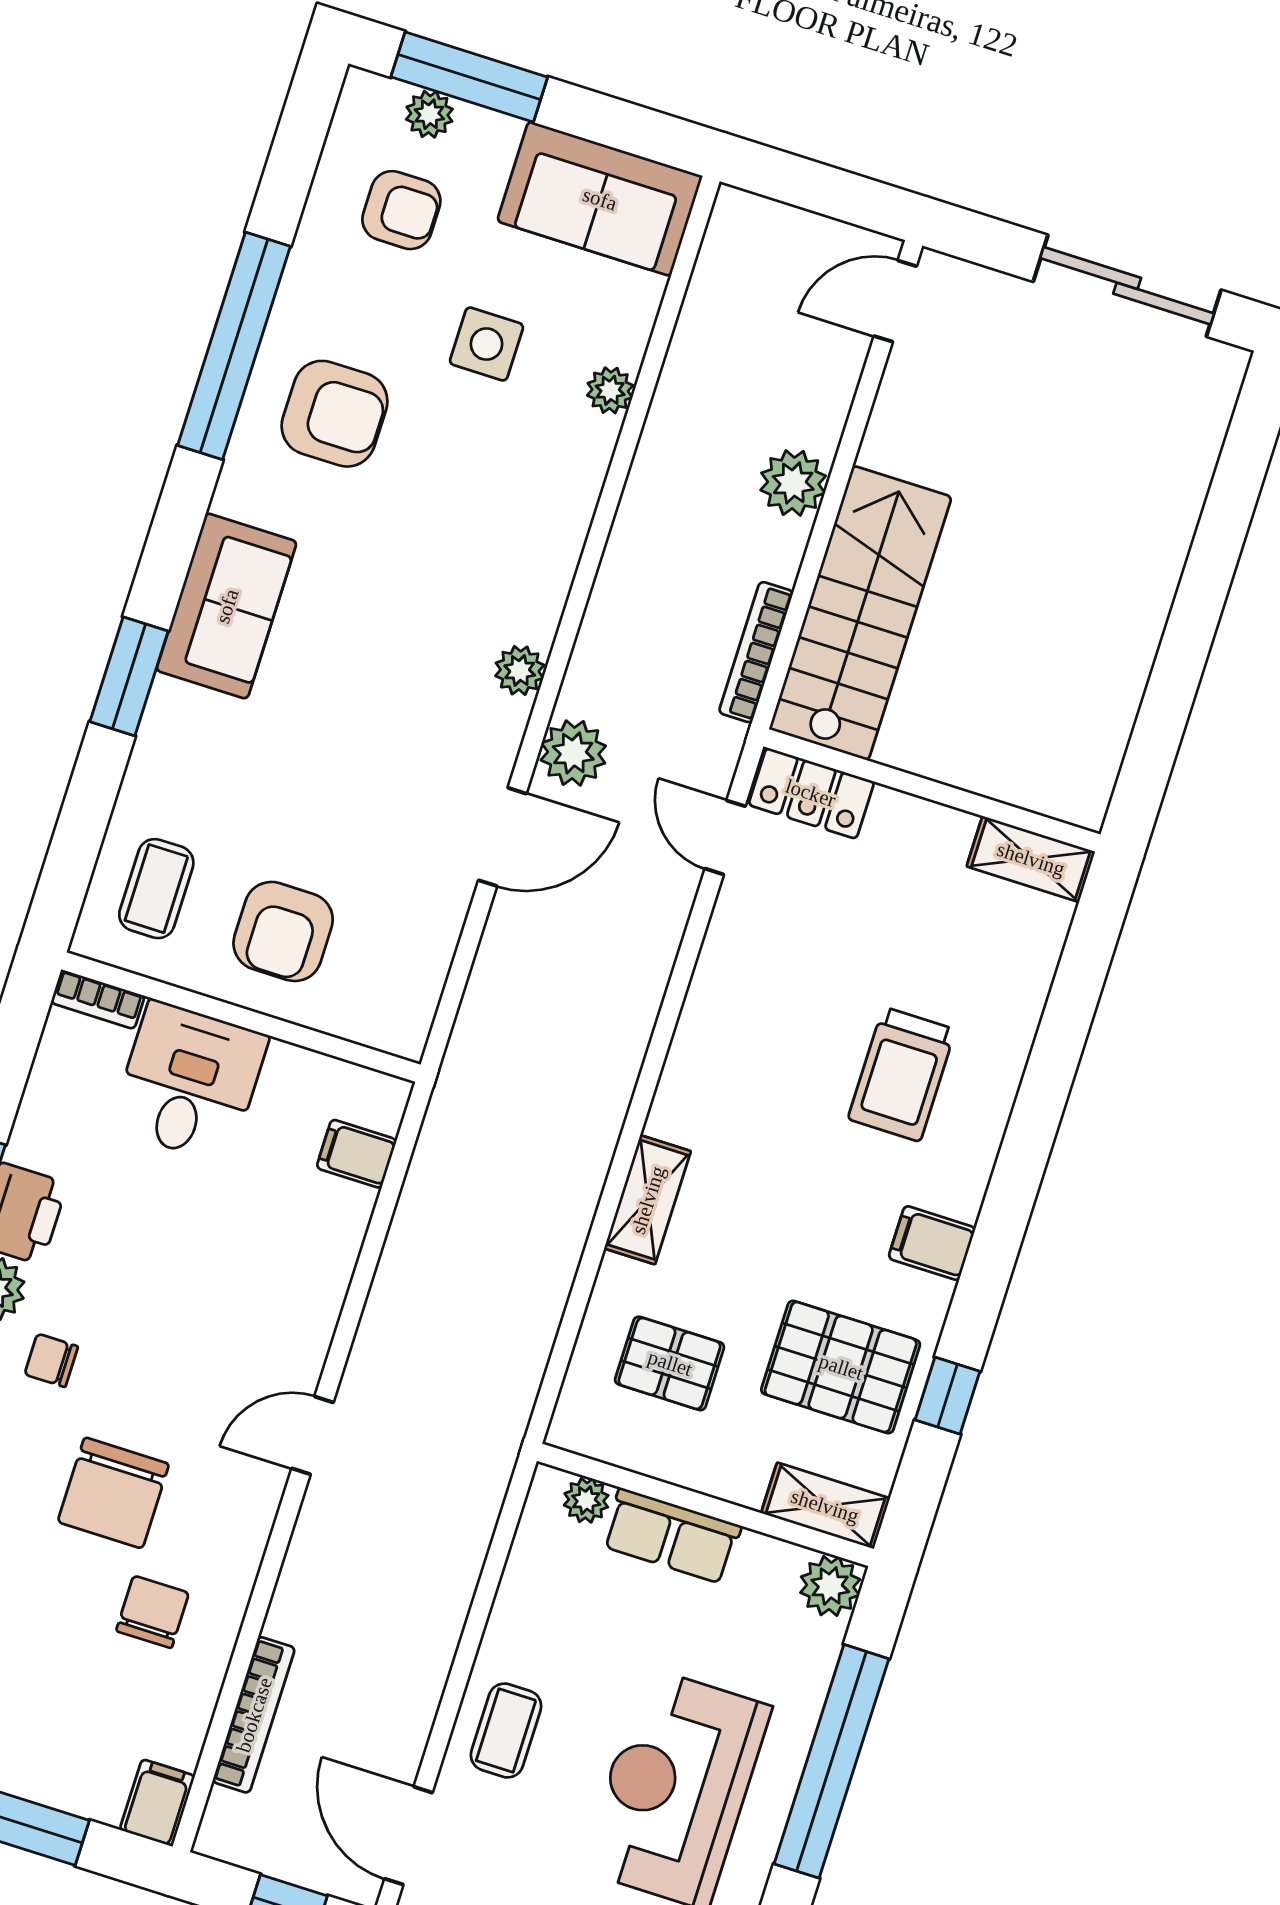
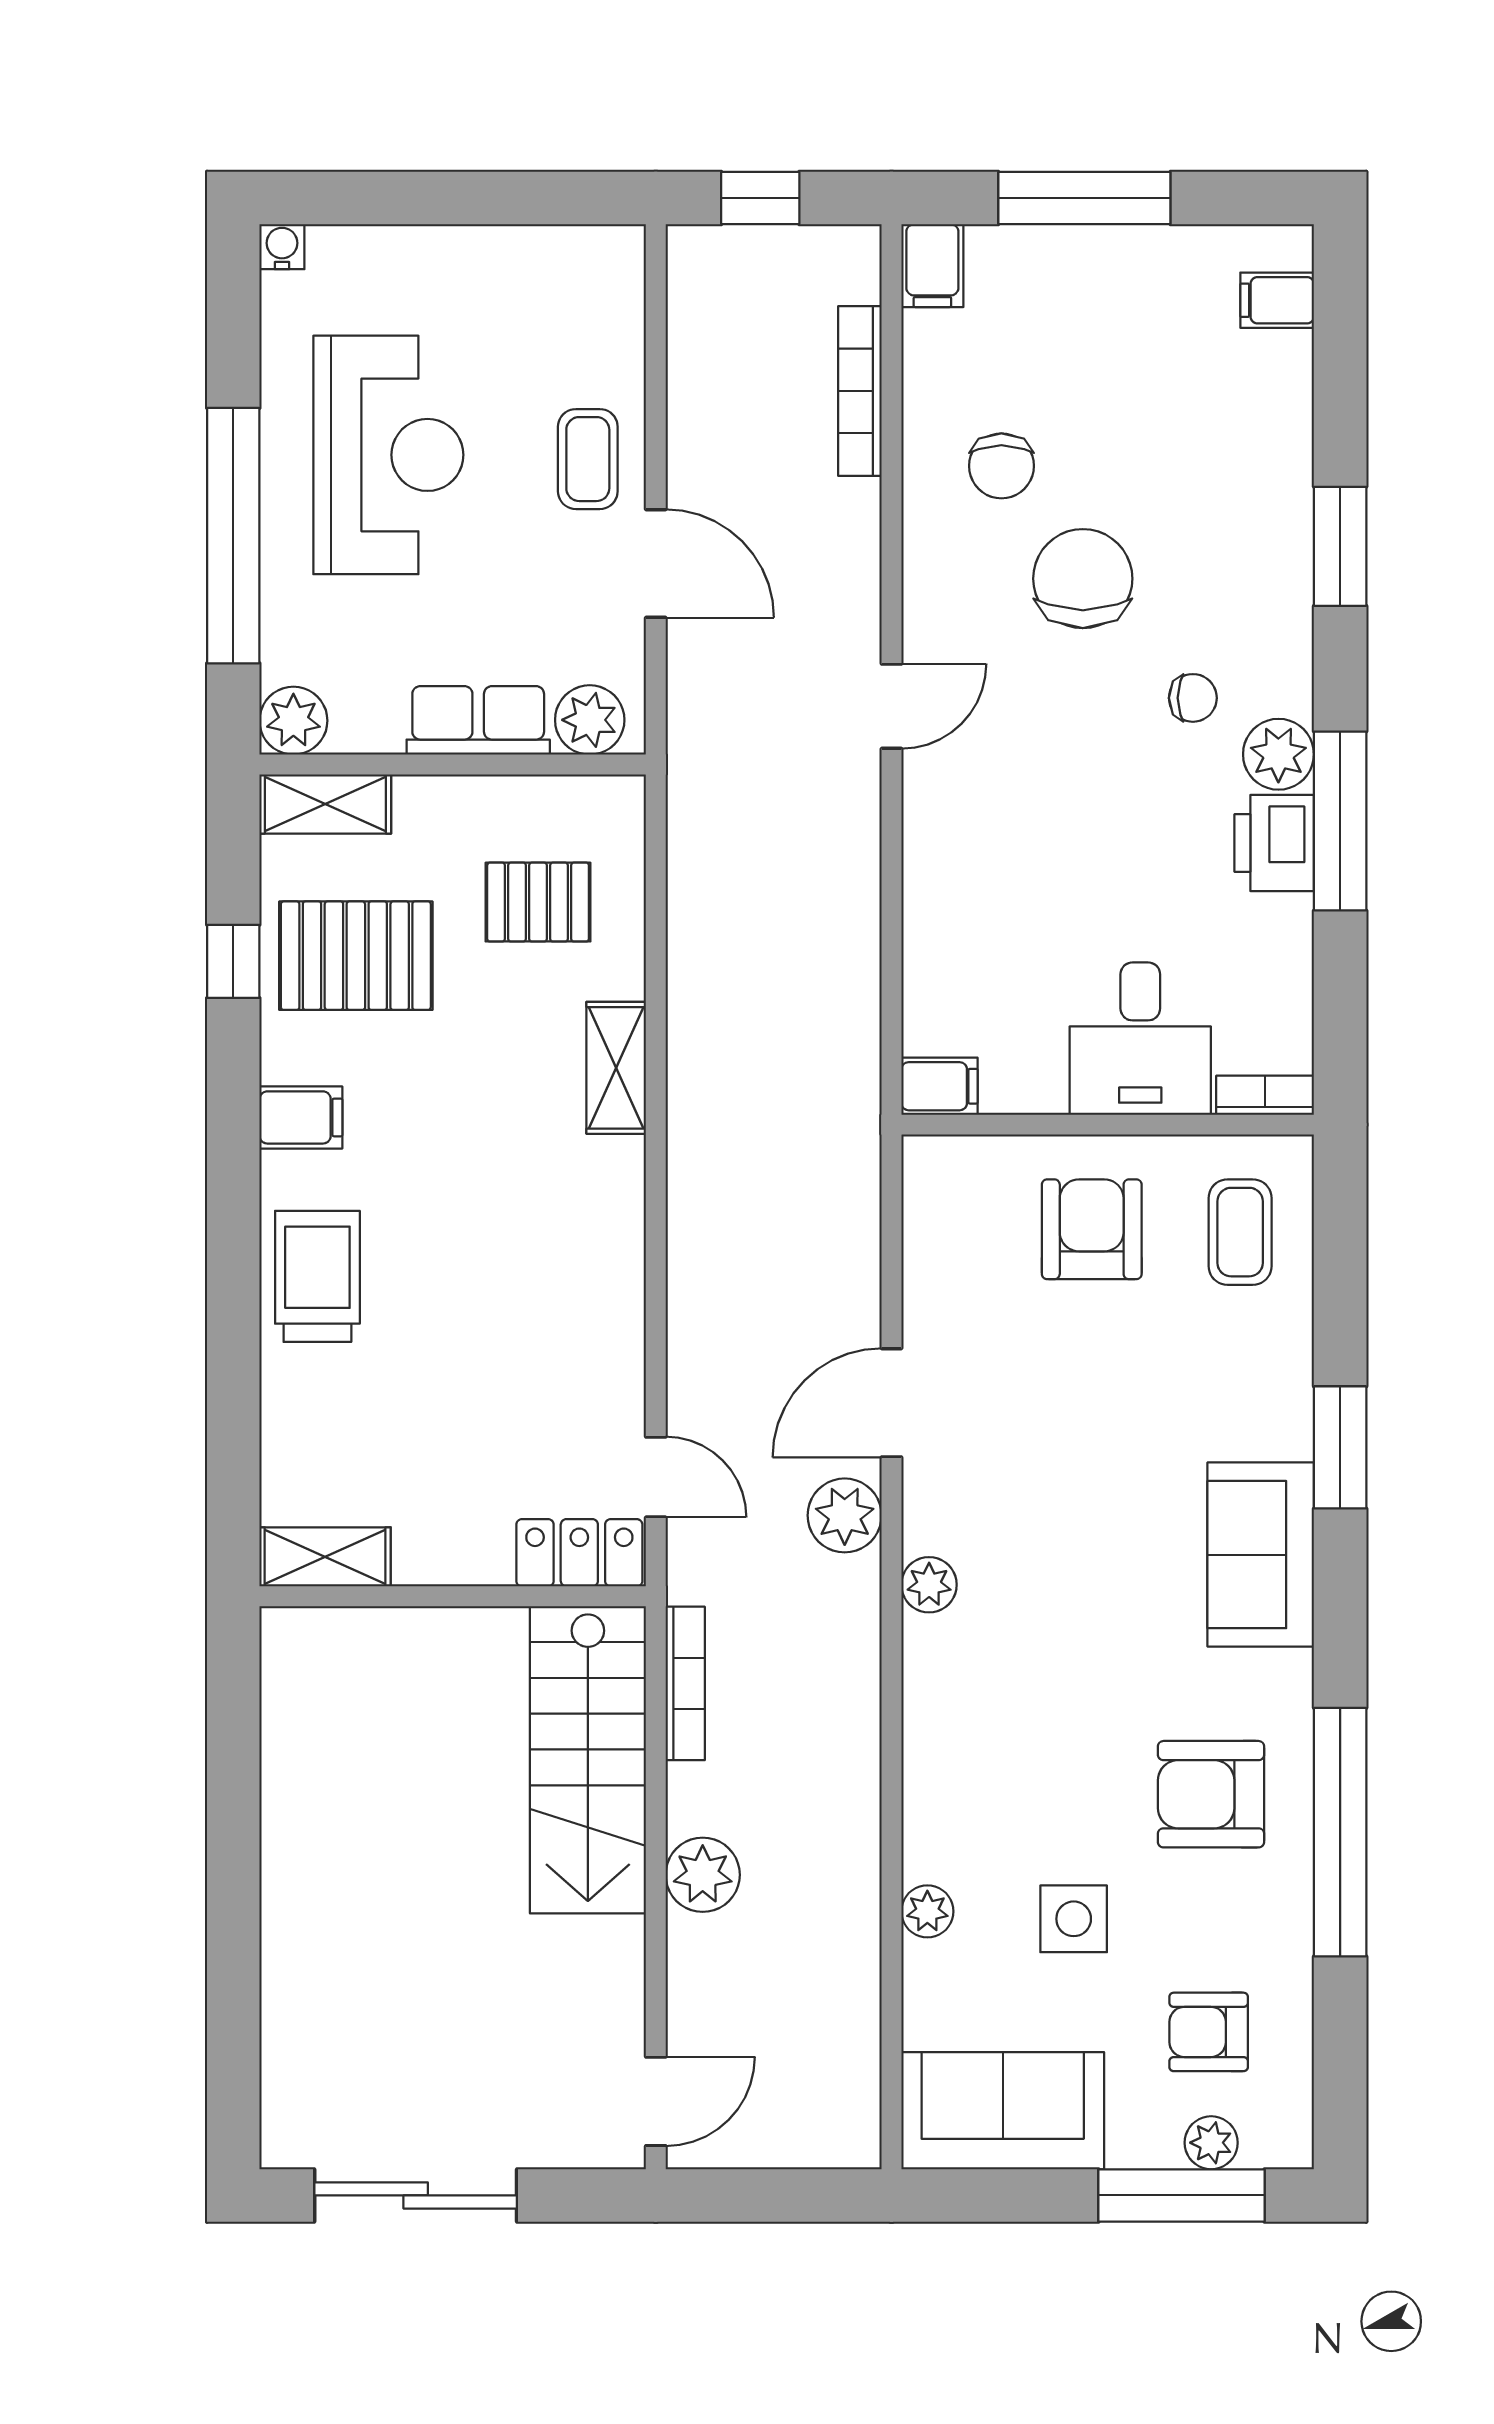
trolley: (902, 1074) -> (317, 1276), moved
filing cabinet: (356, 1154) -> (939, 1086), moved
plant: (586, 1500) -> (590, 720), width x1.38, depth x1.38
door: (408, 1836) -> (656, 564), moved

